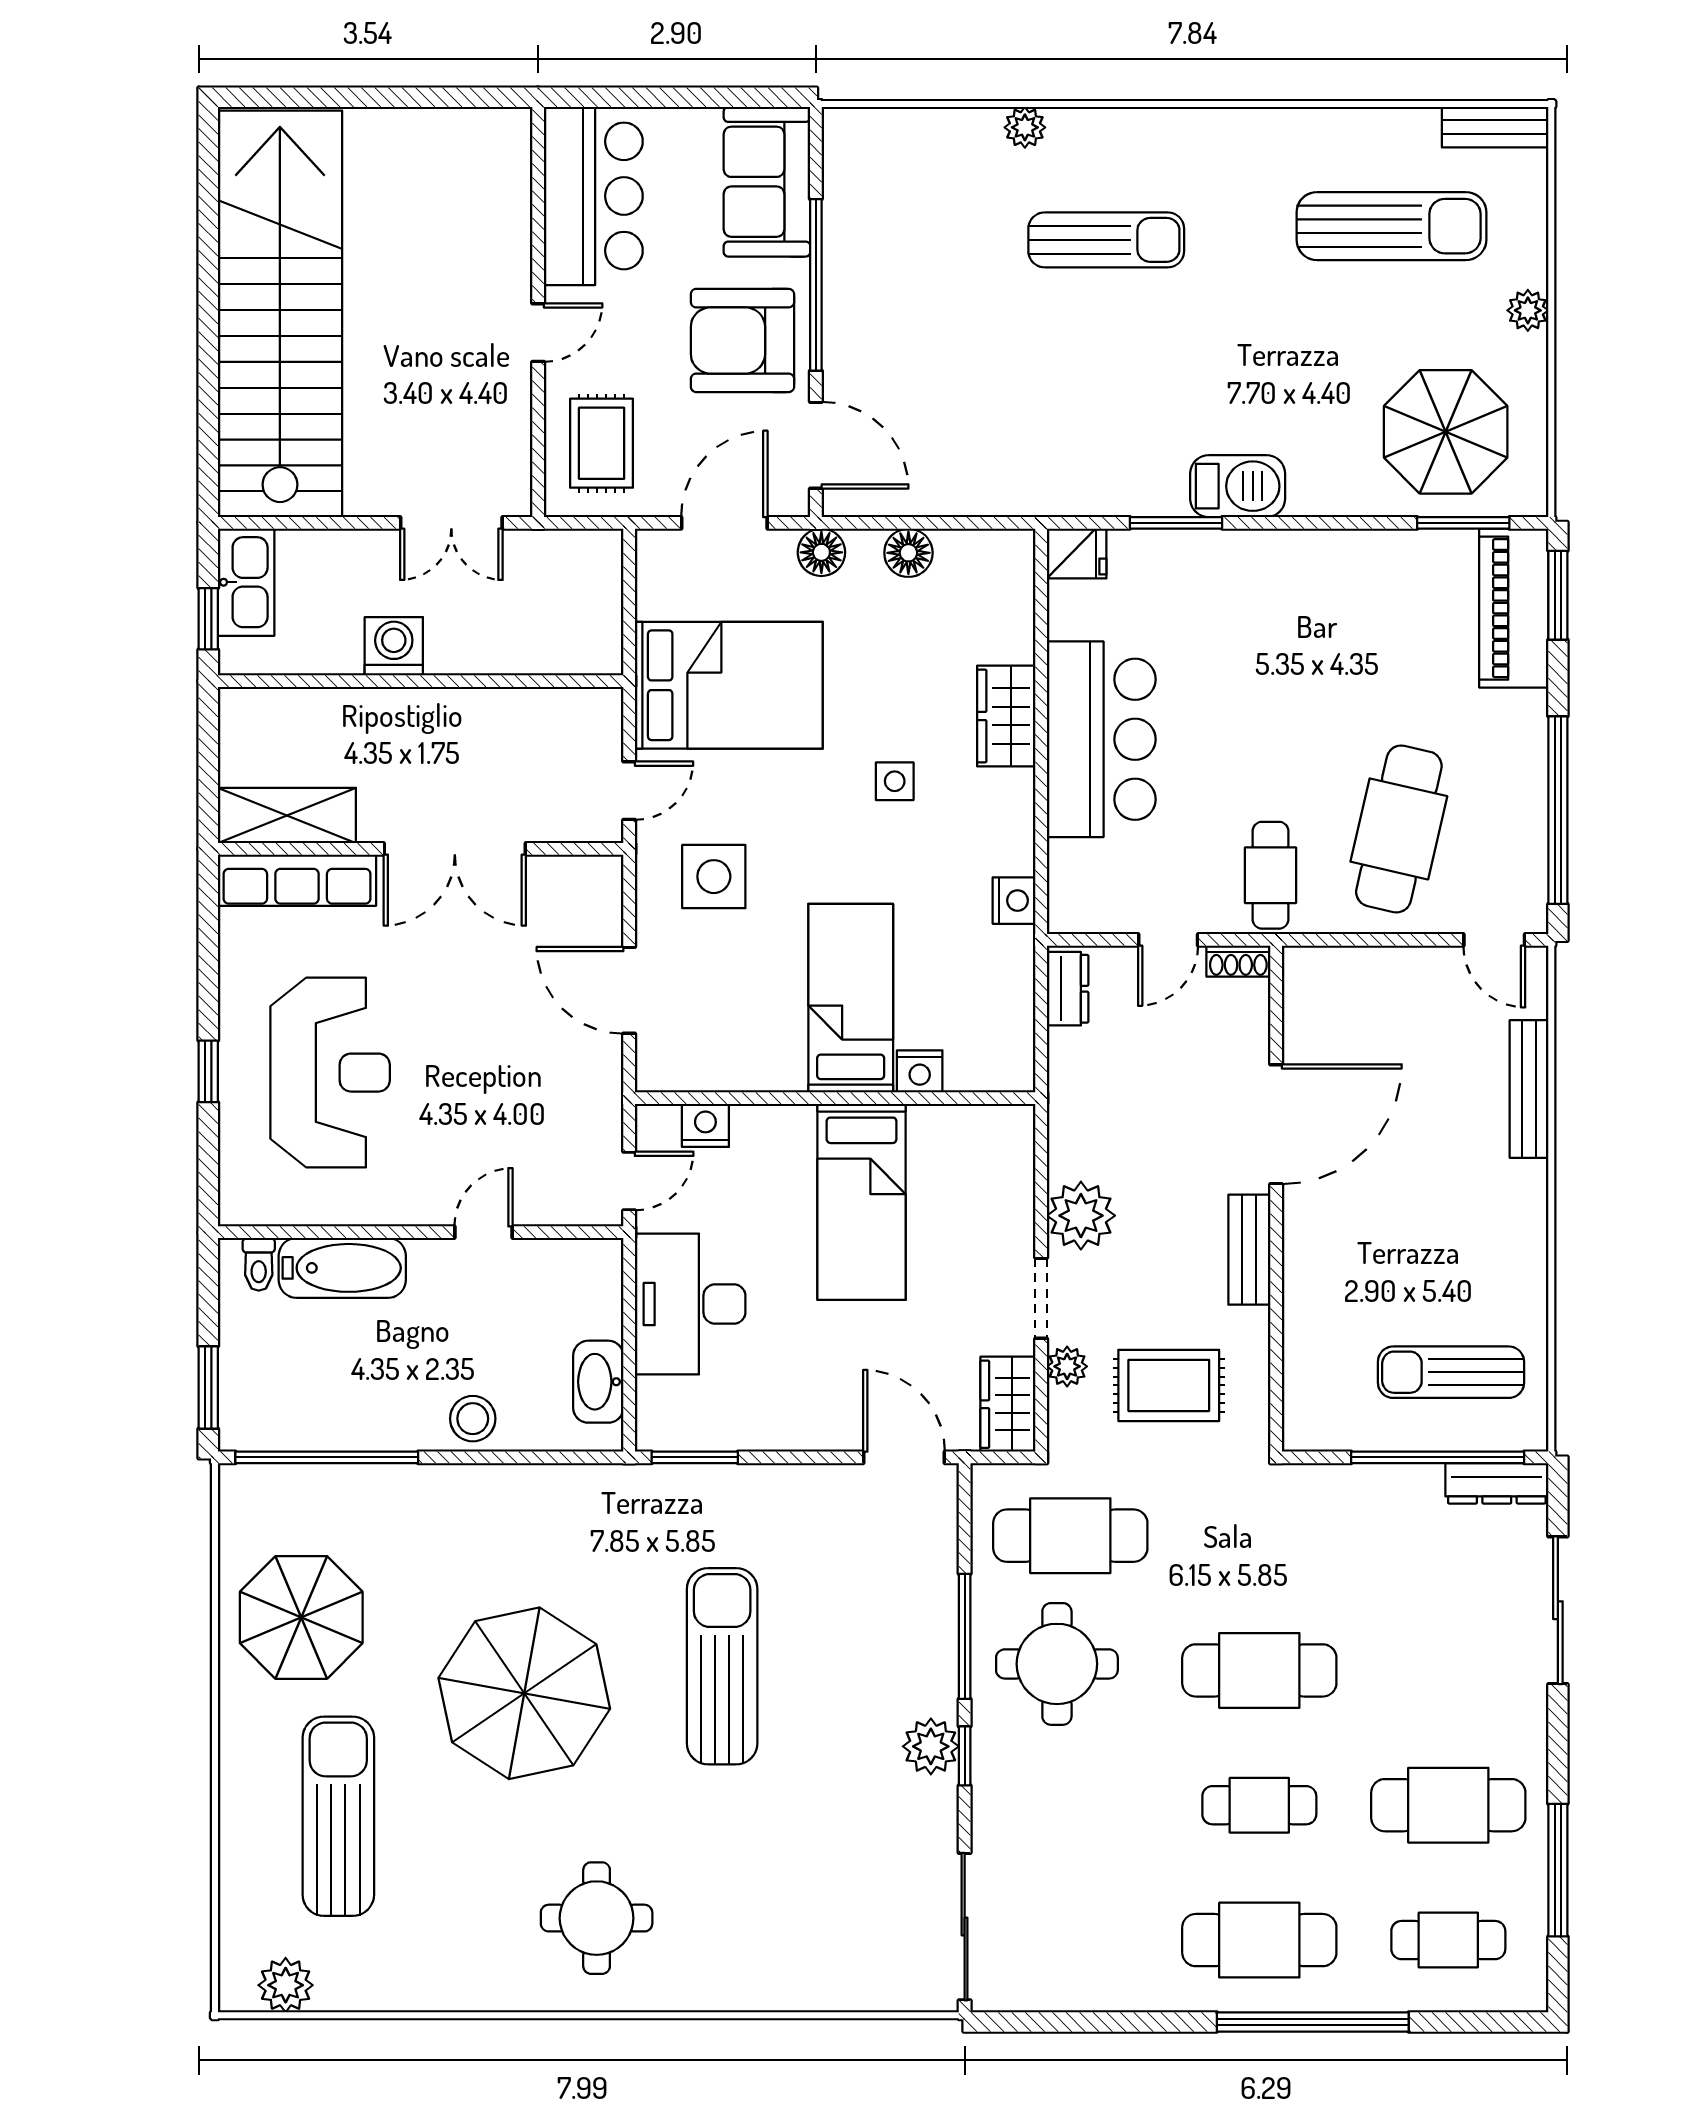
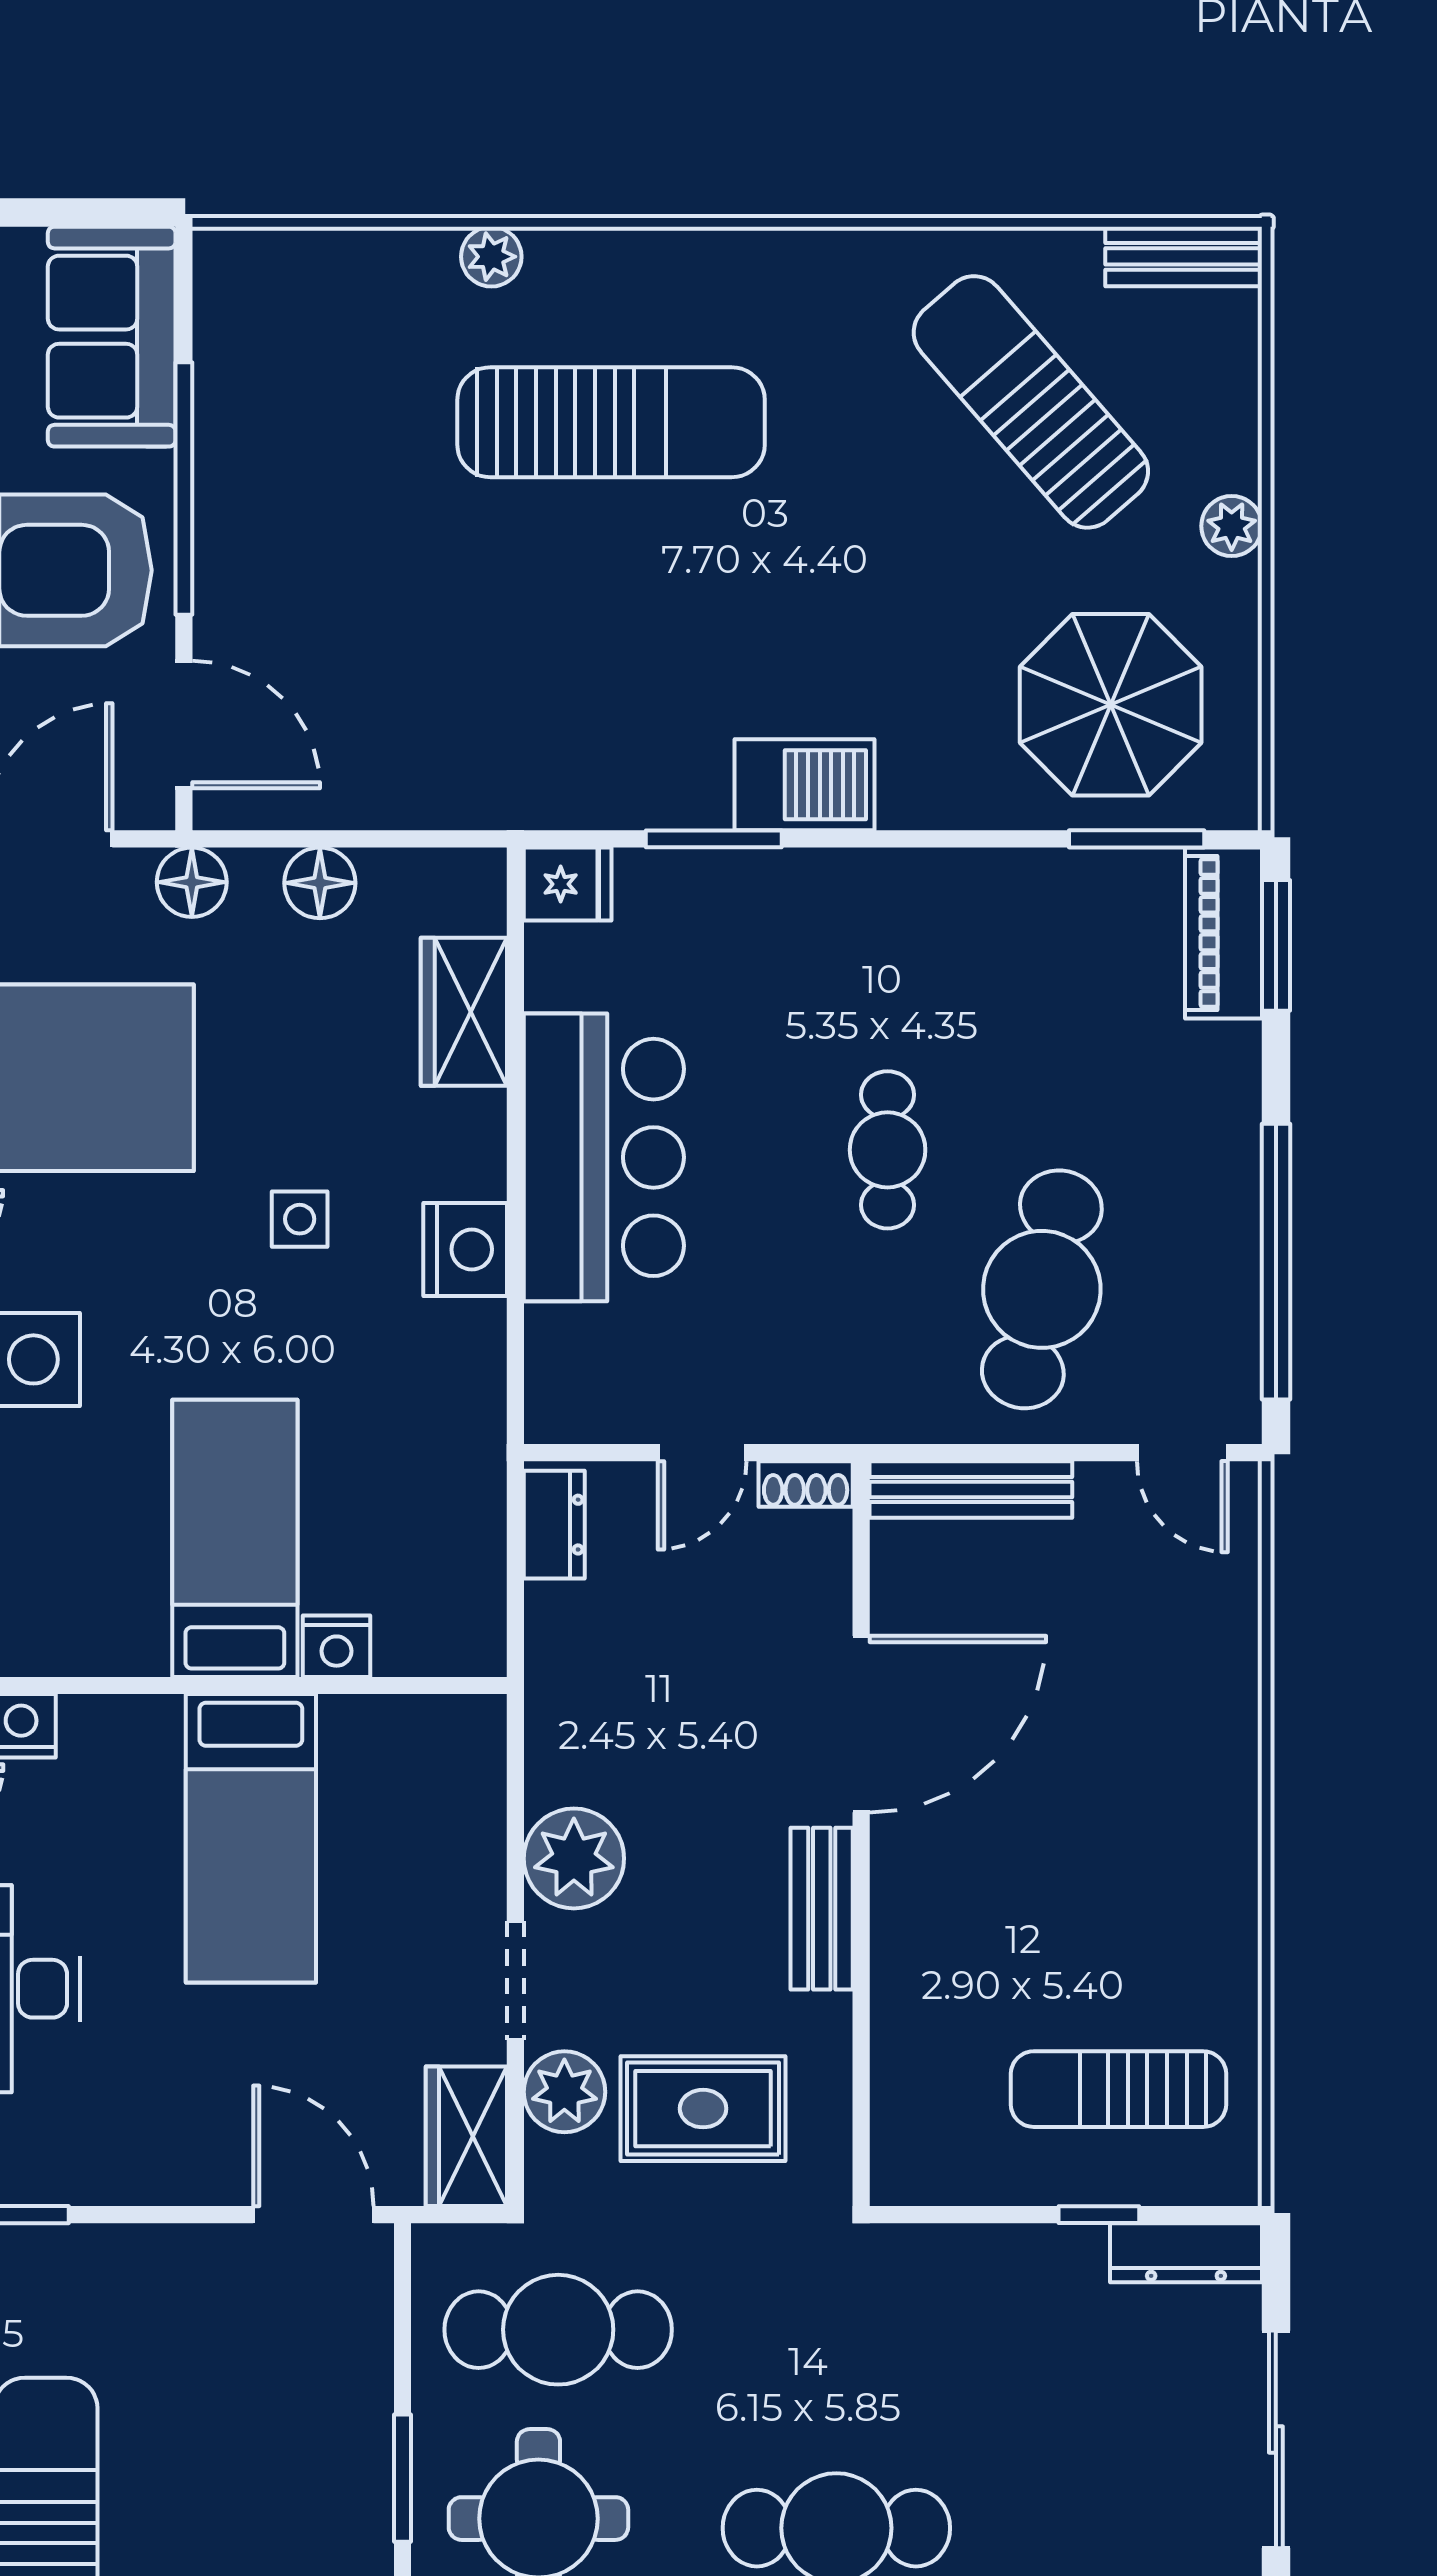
sun lounger: (1391, 226) -> (1031, 402), turned -131
sun lounger: (1106, 240) -> (611, 422), width x1.36, depth x1.34
piano: (1514, 608) -> (1223, 933), width x0.73, depth x0.75
wardrobe: (1006, 716) -> (464, 1012), moved
cafe table: (1271, 875) -> (888, 1150), moved
nightstand: (1014, 901) -> (465, 1250), moved, width x1.36, depth x1.33
bench: (1529, 1089) -> (971, 1489), moved, turned 90
plant: (1067, 1366) -> (564, 2092), width x1.38, depth x1.38
window: (1438, 1457) -> (1099, 2215), width x0.32
window: (965, 1636) -> (402, 2478), width x0.69

